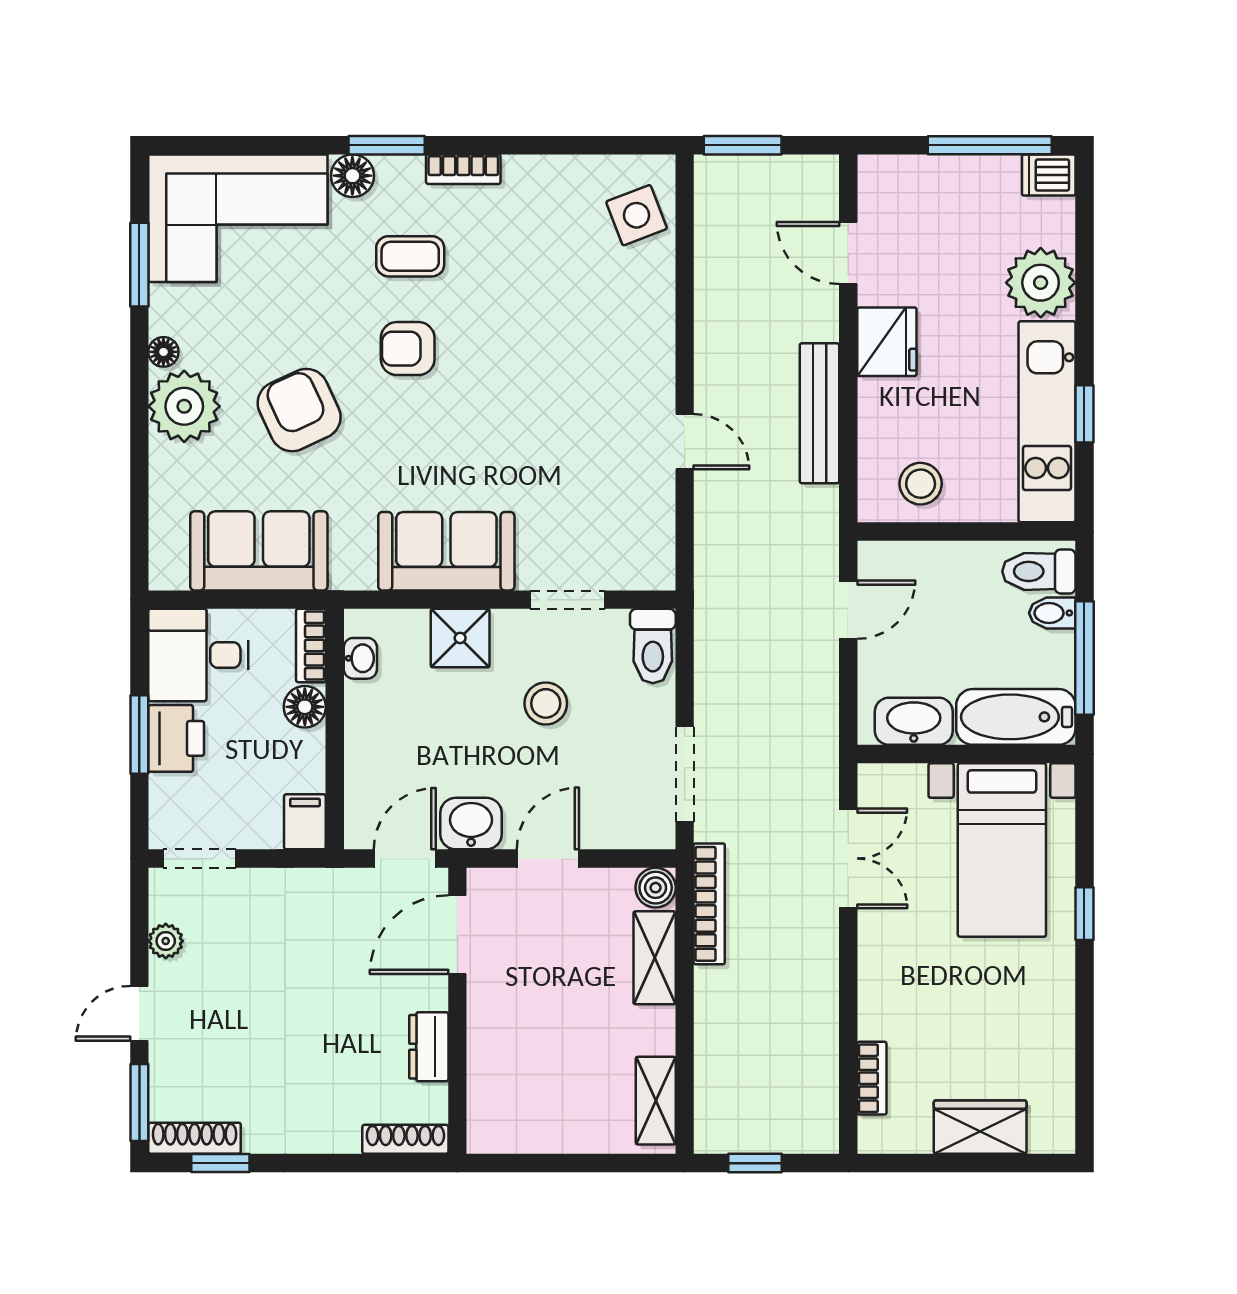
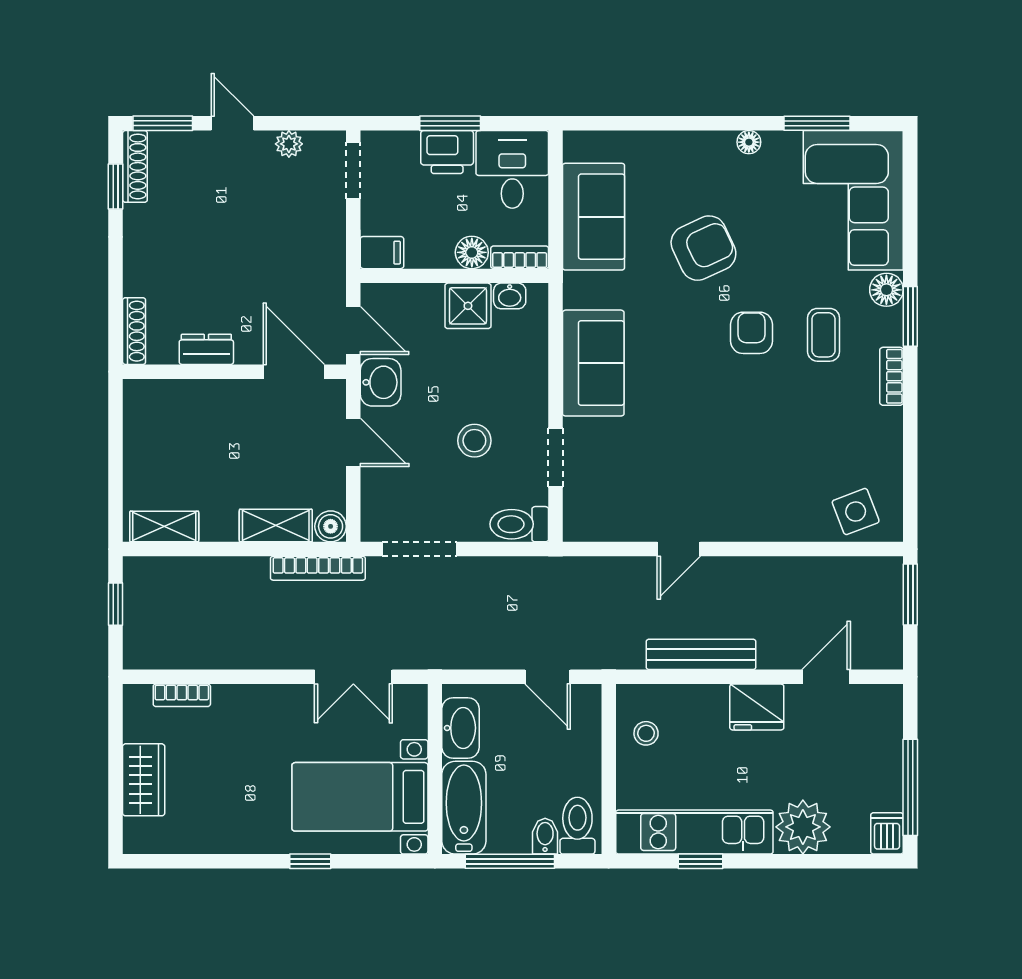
plant: (184, 406) -> (706, 158), removed
stool: (921, 484) -> (646, 733), width x0.73, depth x0.73
shower: (460, 638) -> (468, 306), moved

